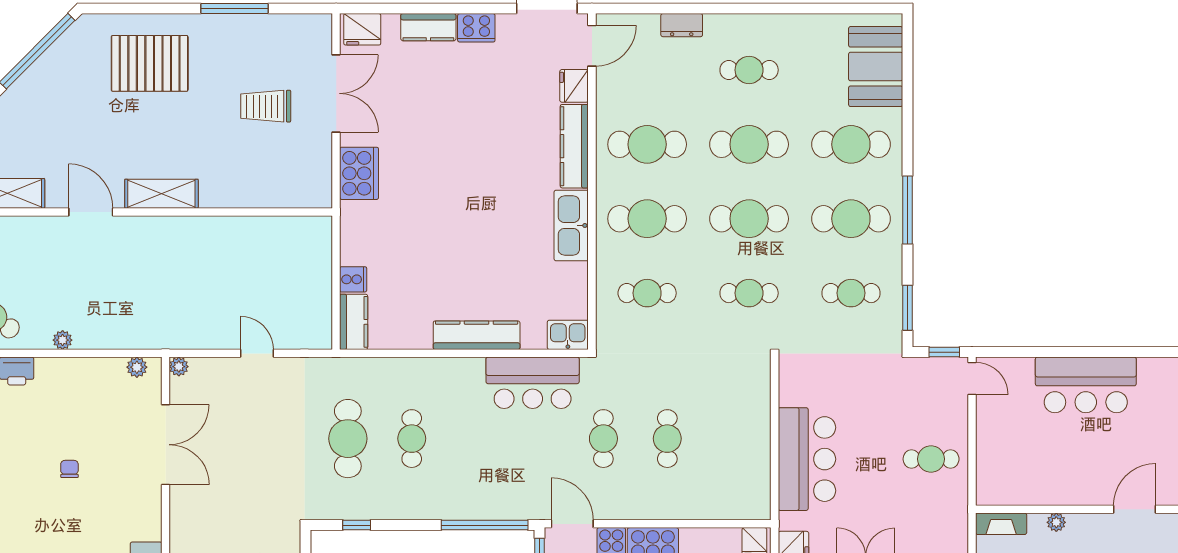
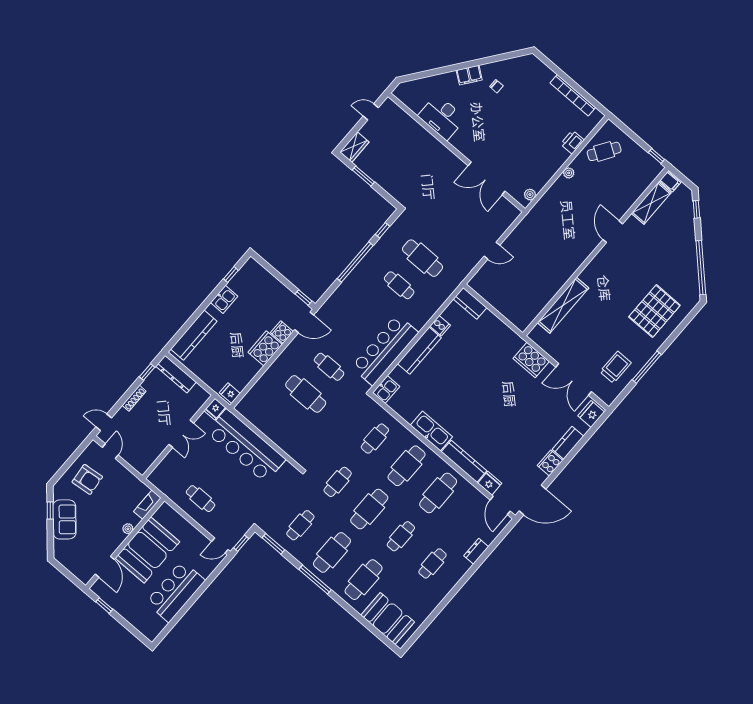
trolley: (266, 106) -> (616, 367), moved
cafe table: (749, 144) -> (401, 536), width x0.73, depth x0.74
shelving: (161, 194) -> (563, 305), moved, width x1.47
door: (91, 212) -> (613, 232), swing flipped
cooker: (353, 279) -> (440, 326), moved, turned -90
plant: (179, 367) -> (515, 213), removed
bar counter: (533, 383) -> (385, 350), width x1.36
cafe table: (667, 439) -> (306, 394), width x1.37, depth x1.35
bar counter: (807, 459) -> (246, 446), width x1.36
cafe table: (931, 459) -> (201, 499), turned 90
chair: (69, 469) -> (496, 86), moved
booth: (1062, 471) -> (147, 550), added
window: (485, 525) -> (355, 262), moved

